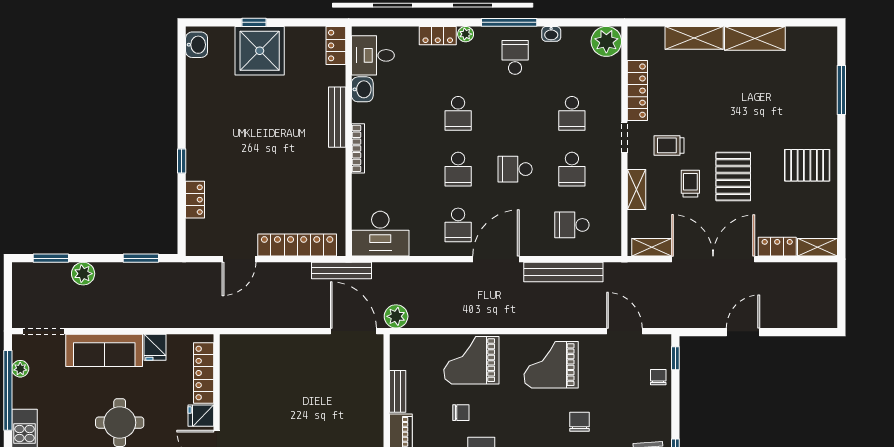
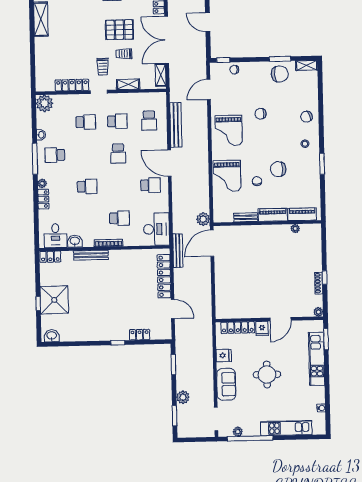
shelving: (694, 38) -> (41, 54), removed
school desk: (458, 169) -> (120, 218), moved
sofa: (104, 350) -> (226, 384), width x0.73

